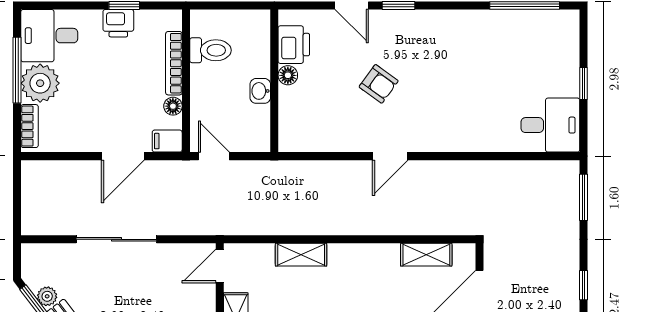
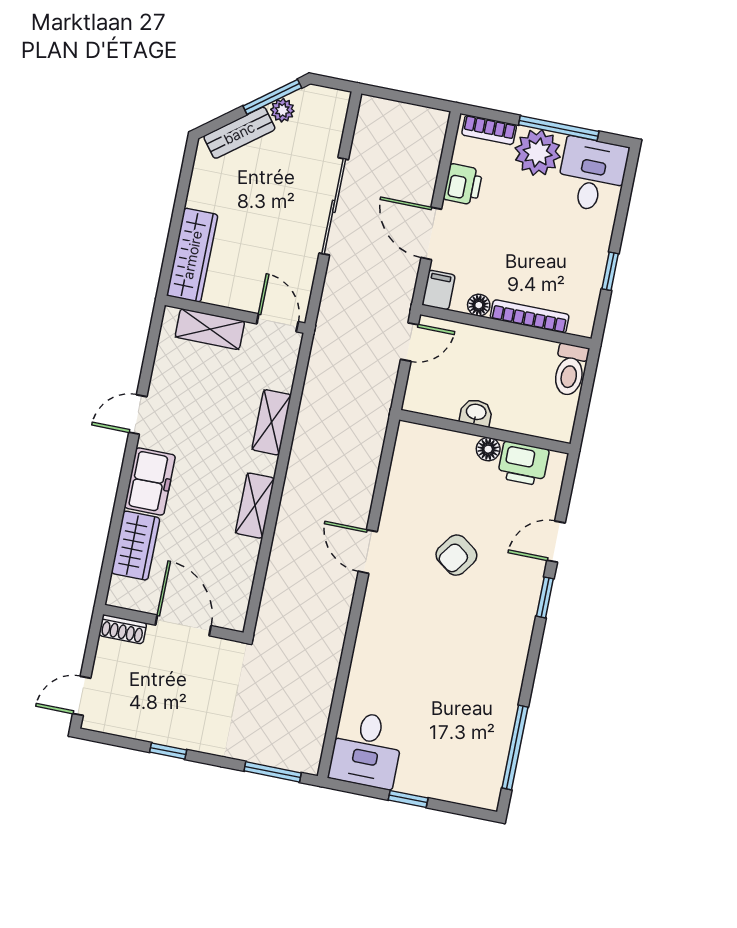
printer: (118, 23) -> (463, 184), moved, turned 180
toilet: (210, 50) -> (570, 370), moved
shelving: (426, 255) -> (255, 506), moved

